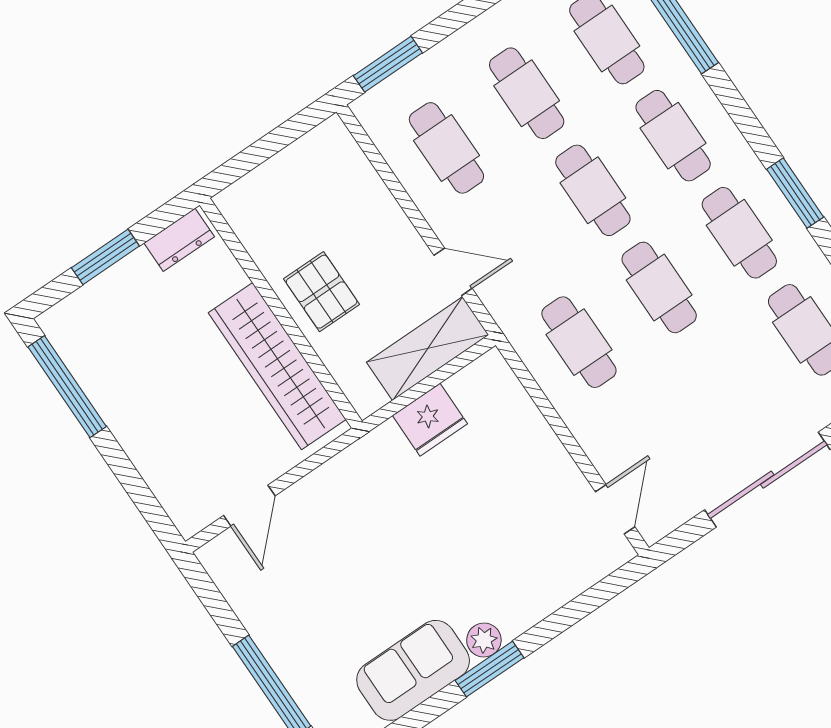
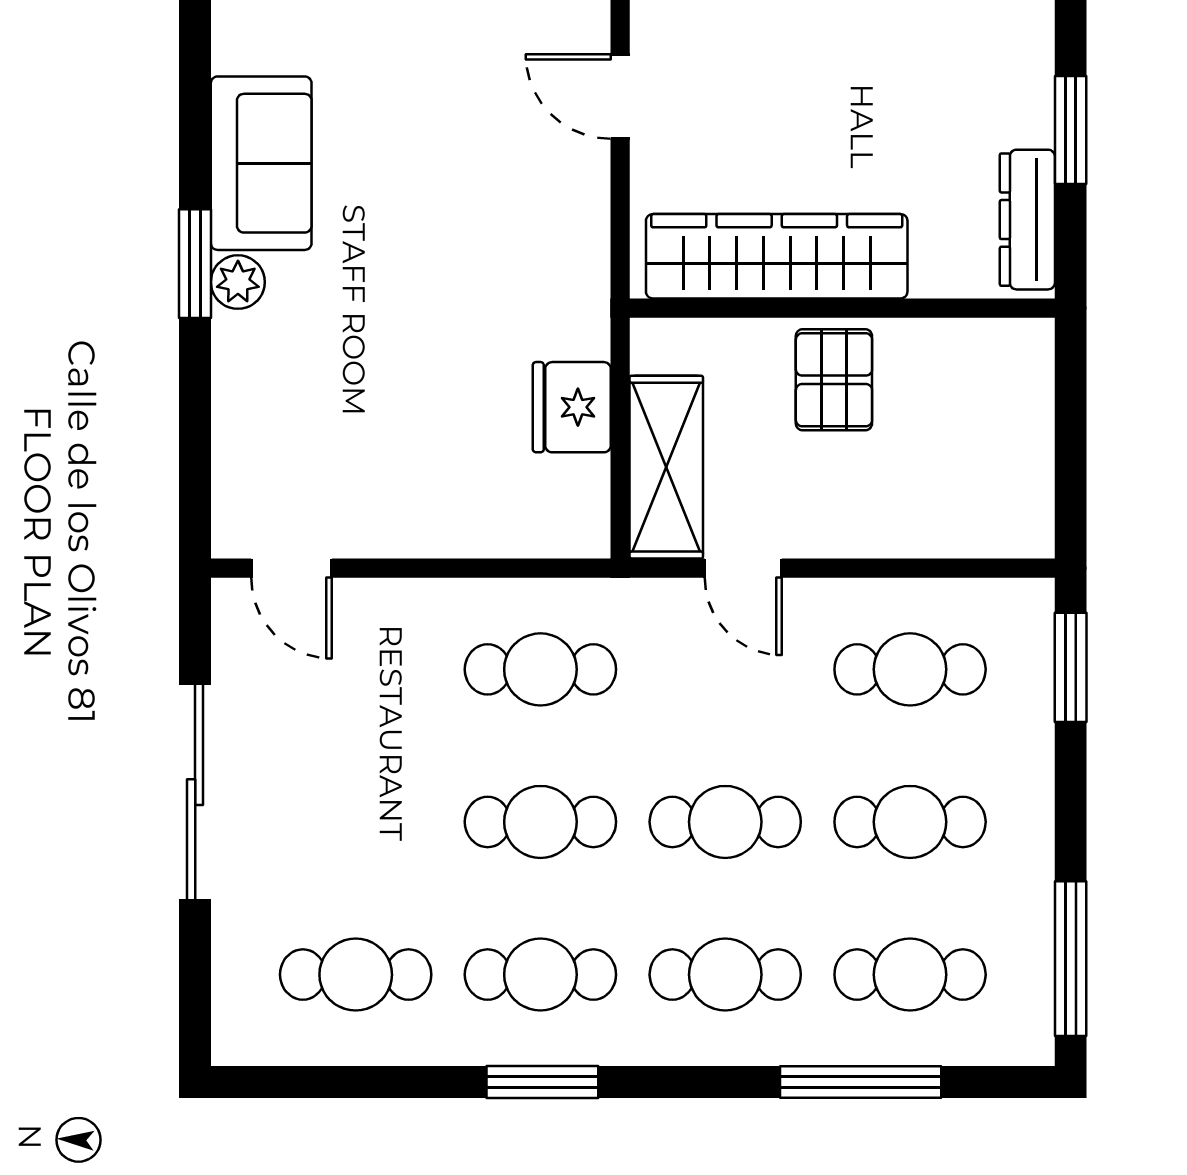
dresser: (179, 240) -> (1027, 220), width x1.44
door: (453, 272) -> (743, 568), hinge flipped
pallet: (322, 292) -> (834, 380), turned 90

